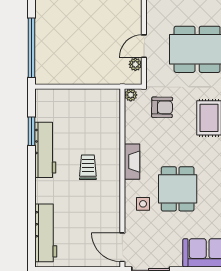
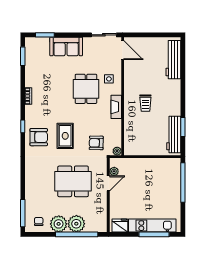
workbench: (45, 150) -> (174, 135), moved

